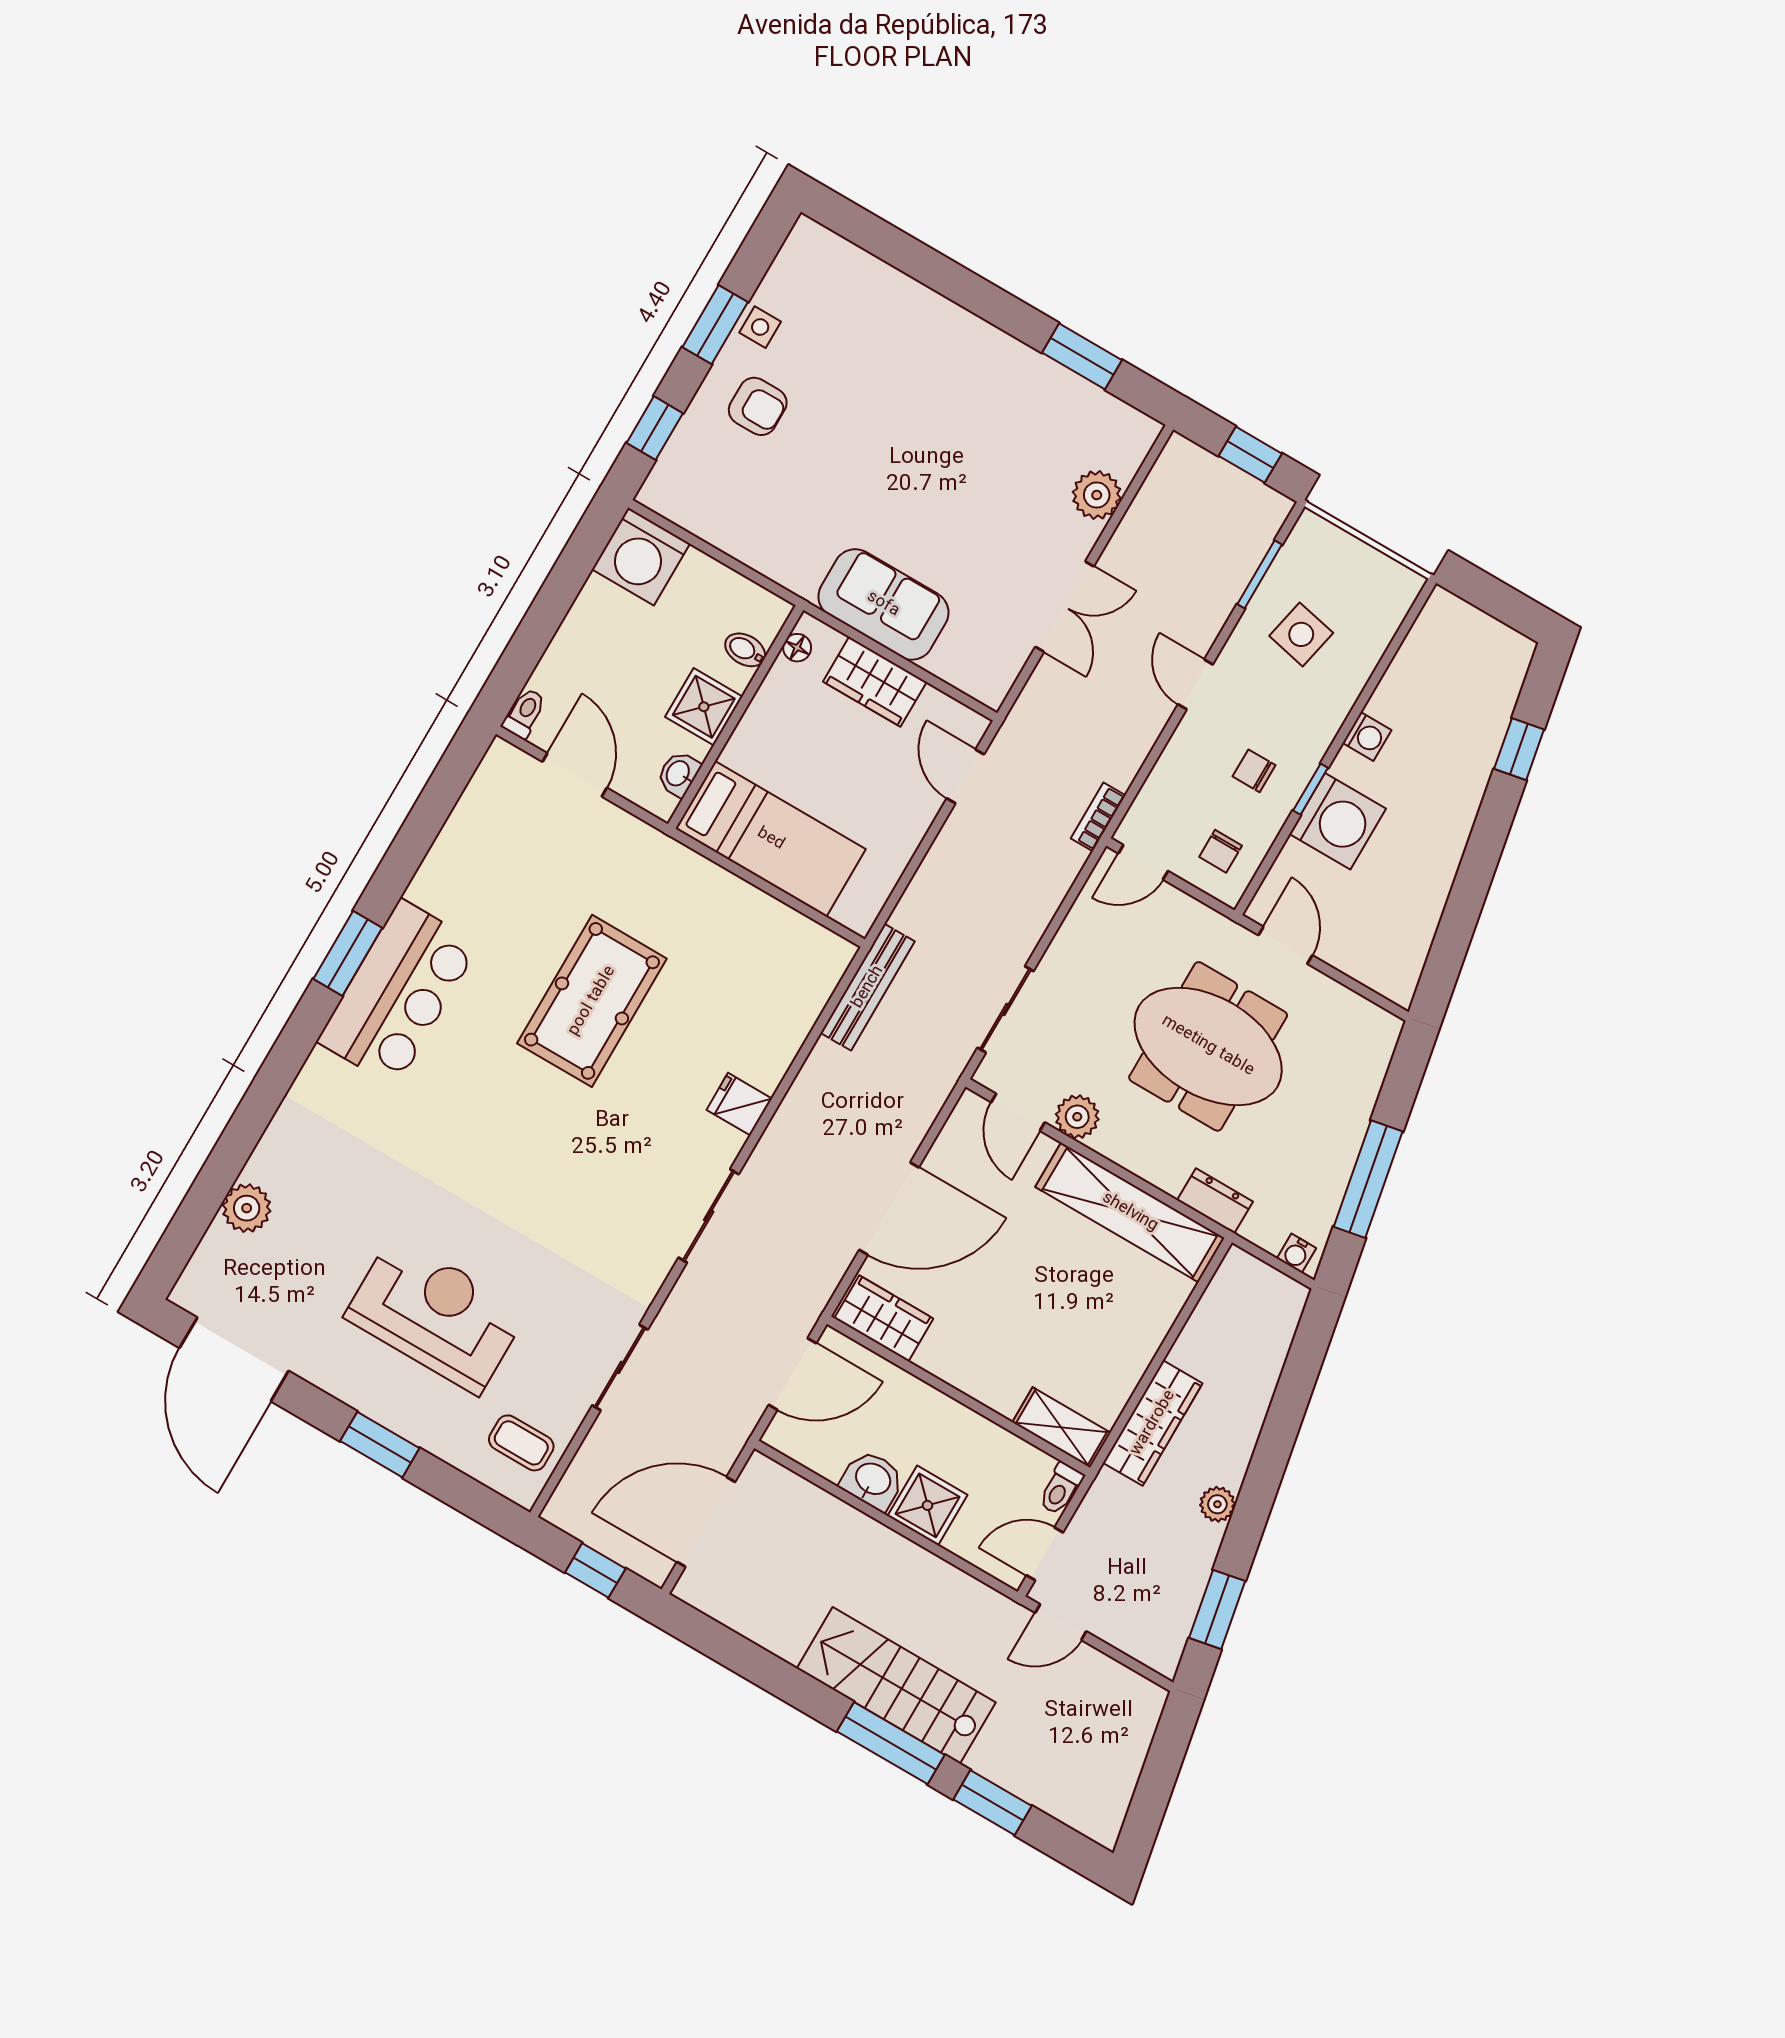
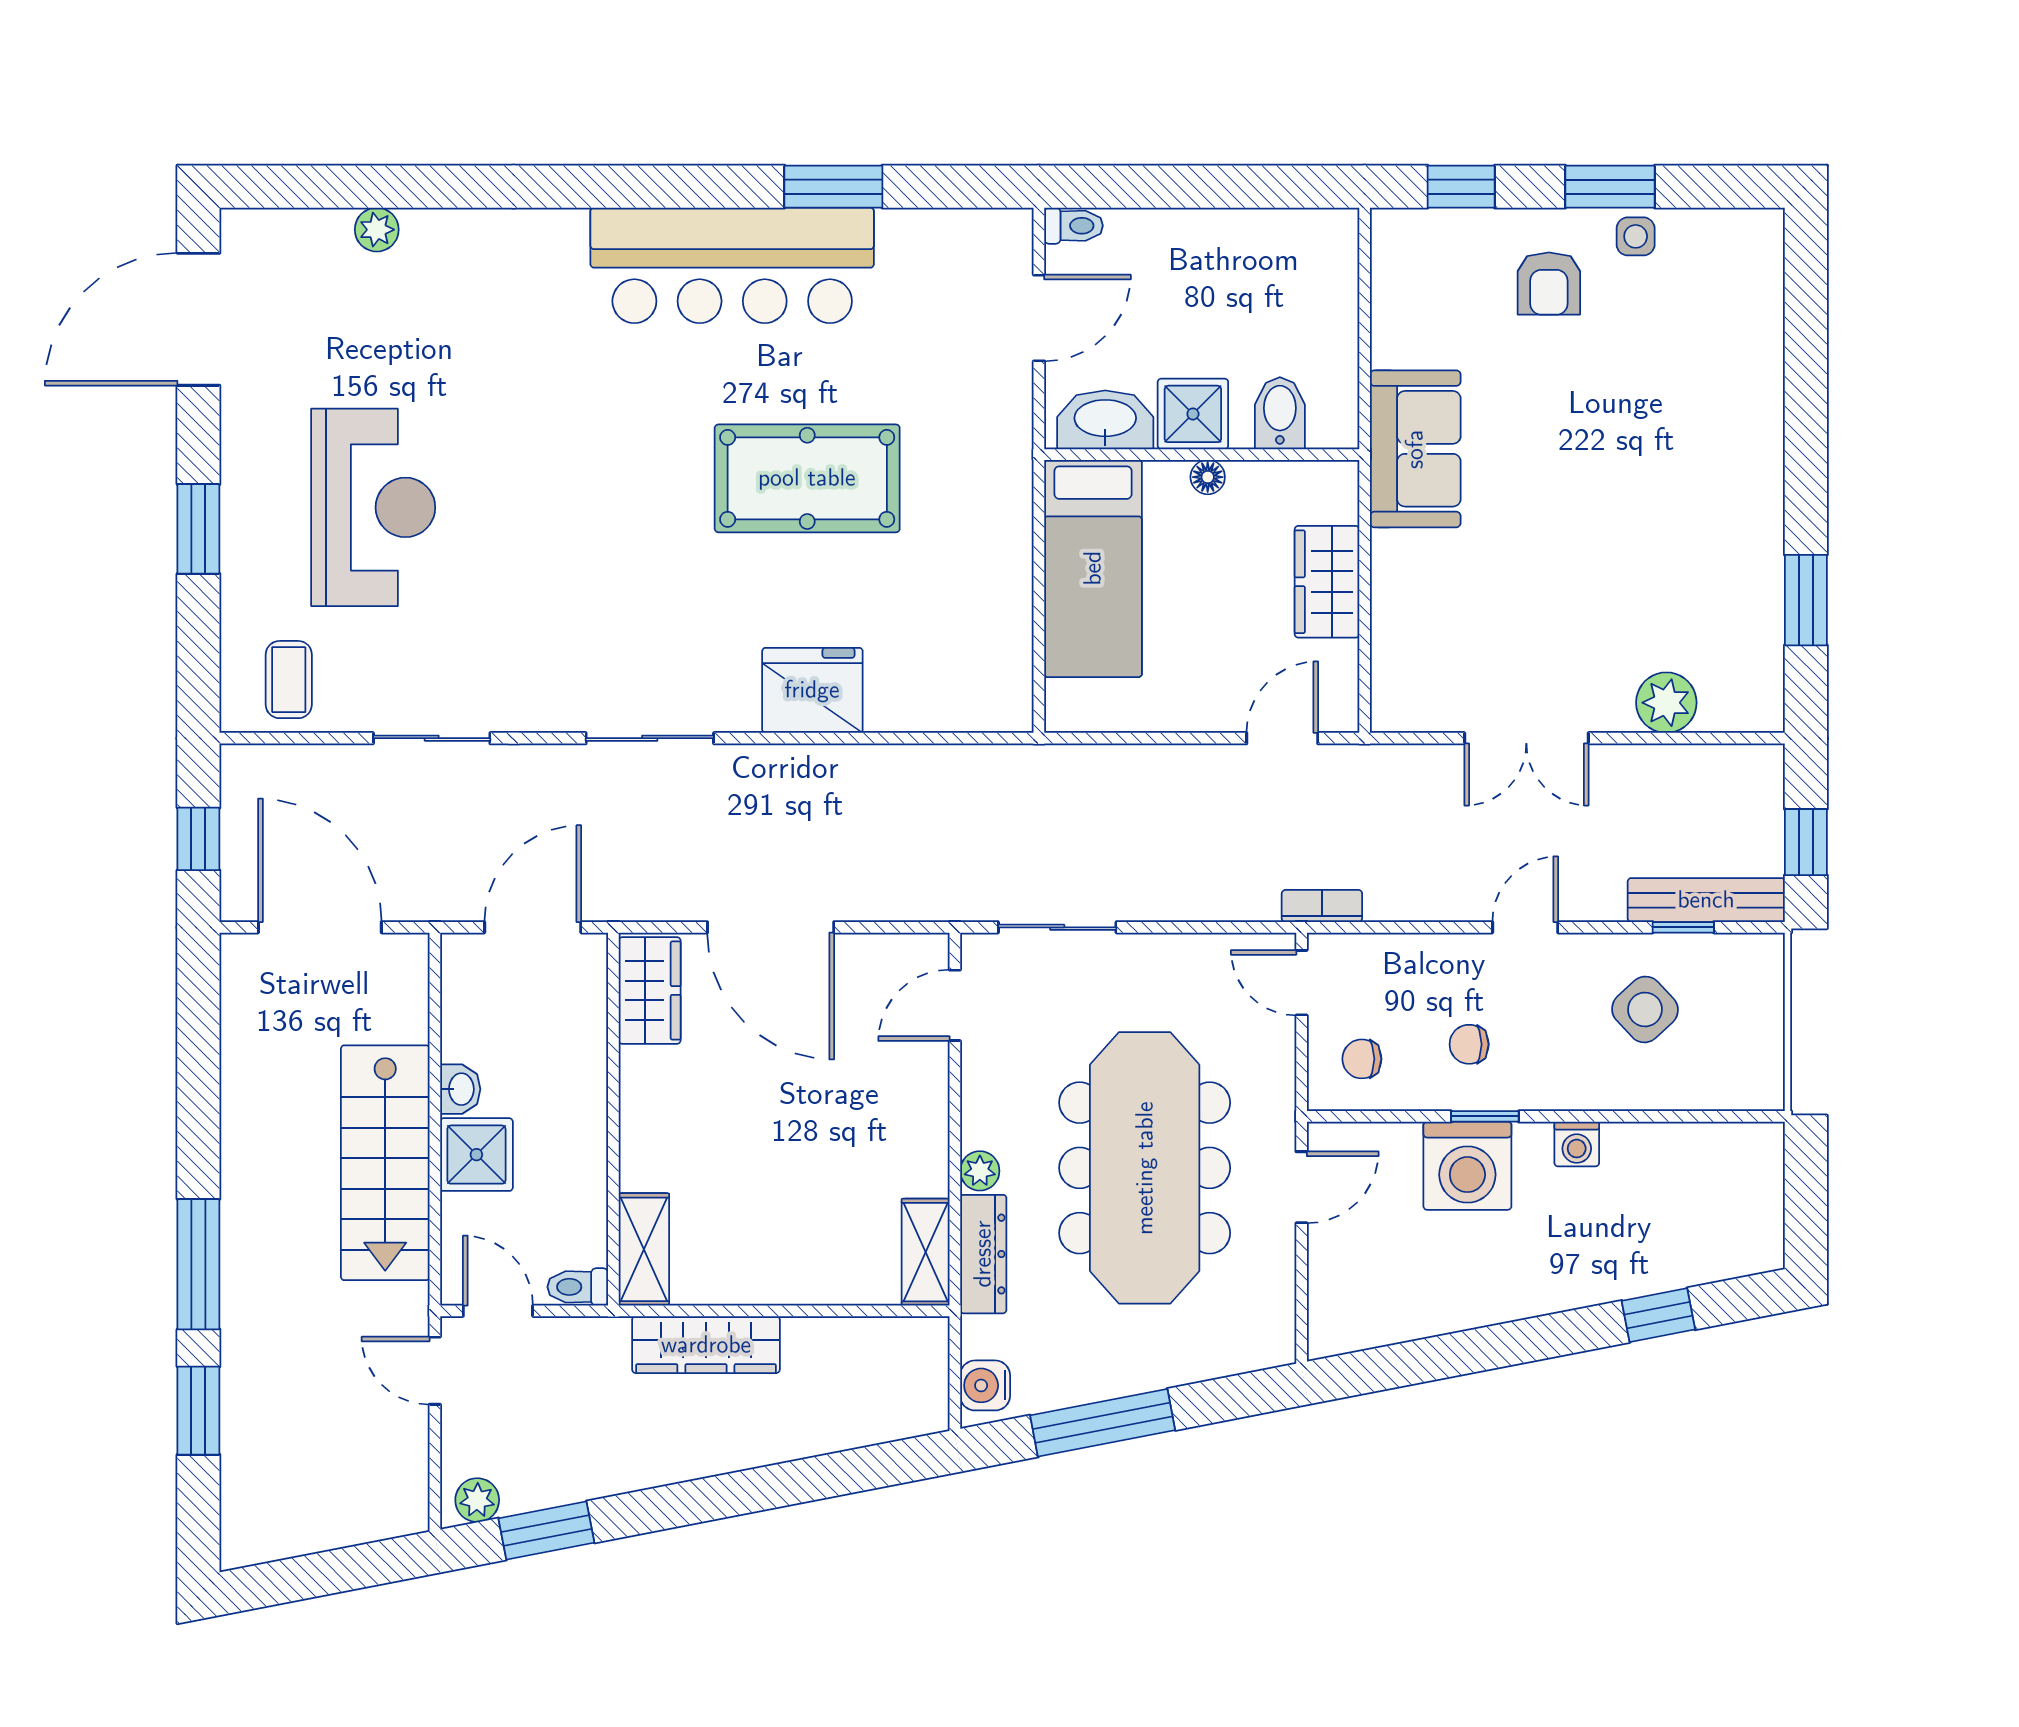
washing machine: (641, 556) -> (1315, 252), removed
window: (1260, 574) -> (1683, 927), width x0.67
sofa: (883, 604) -> (1415, 449), moved
side table: (1301, 634) -> (1645, 1009), turned 35
floor lamp: (797, 648) -> (1208, 477), moved
bidet: (745, 650) -> (1280, 413), width x1.38, depth x1.36
chair: (1254, 771) -> (1469, 1044), turned -90
washbasin: (679, 774) -> (1105, 420), width x1.91, depth x1.45
window: (348, 953) -> (833, 187), moved
bench: (868, 987) -> (1706, 900), moved
bar counter: (398, 993) -> (732, 265), width x1.36
meeting table: (1208, 1046) -> (1145, 1168), width x1.36
fridge: (739, 1104) -> (812, 690), width x1.88, depth x1.34
plant: (1077, 1117) -> (980, 1171), moved, width x0.73, depth x0.73
dresser: (1215, 1201) -> (983, 1254), width x1.44
plant: (247, 1208) -> (377, 230), width x0.73, depth x0.73
shelving: (1130, 1212) -> (926, 1252), width x0.45, depth x0.75
water cooler: (1297, 1253) -> (985, 1385), width x1.38, depth x1.38
door: (792, 1374) -> (533, 927), swing flipped
washbasin: (872, 1480) -> (460, 1089), width x0.72, depth x0.69
plant: (1217, 1504) -> (477, 1500), moved
stairs: (896, 1685) -> (385, 1163), moved, turned 180

